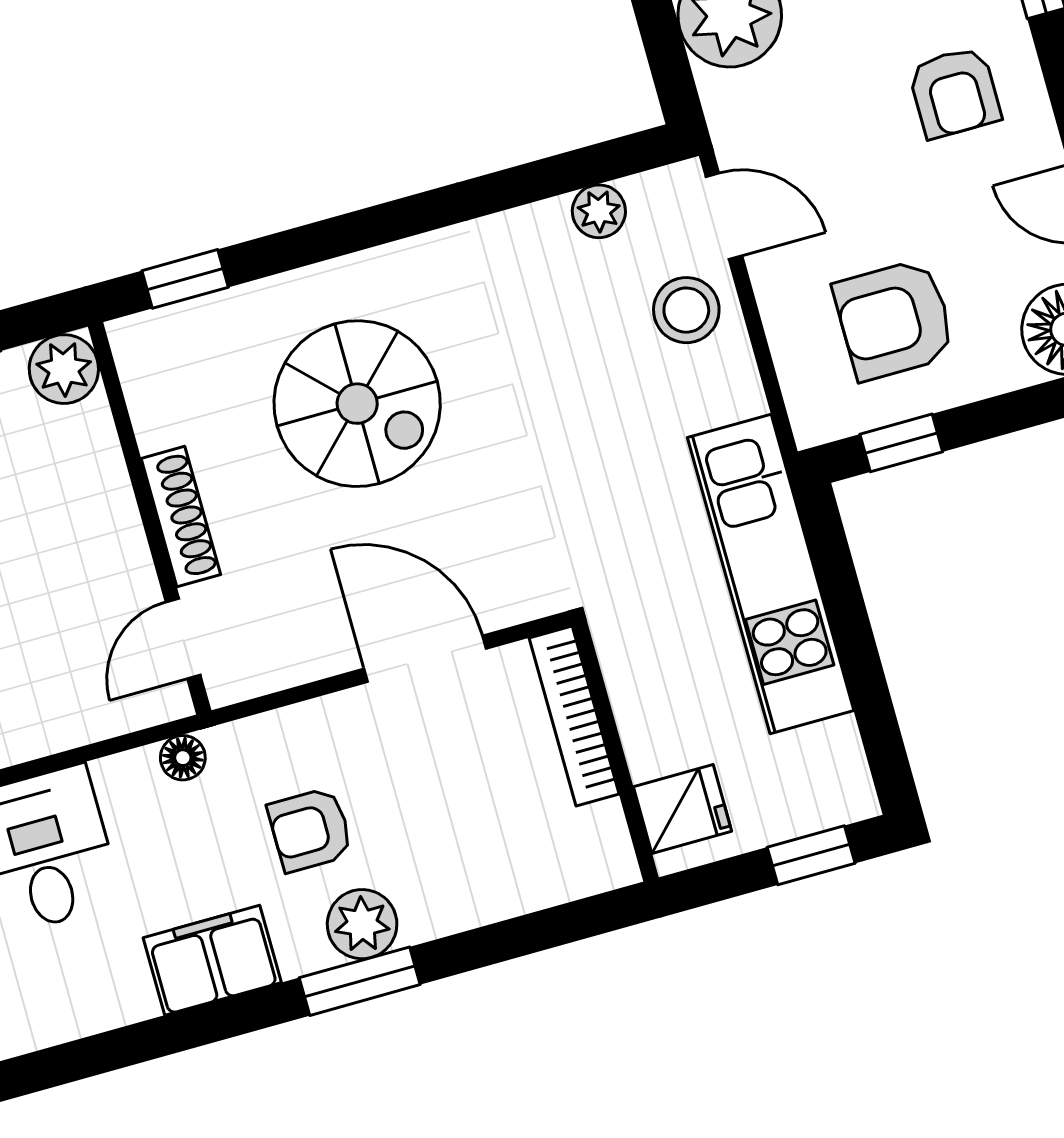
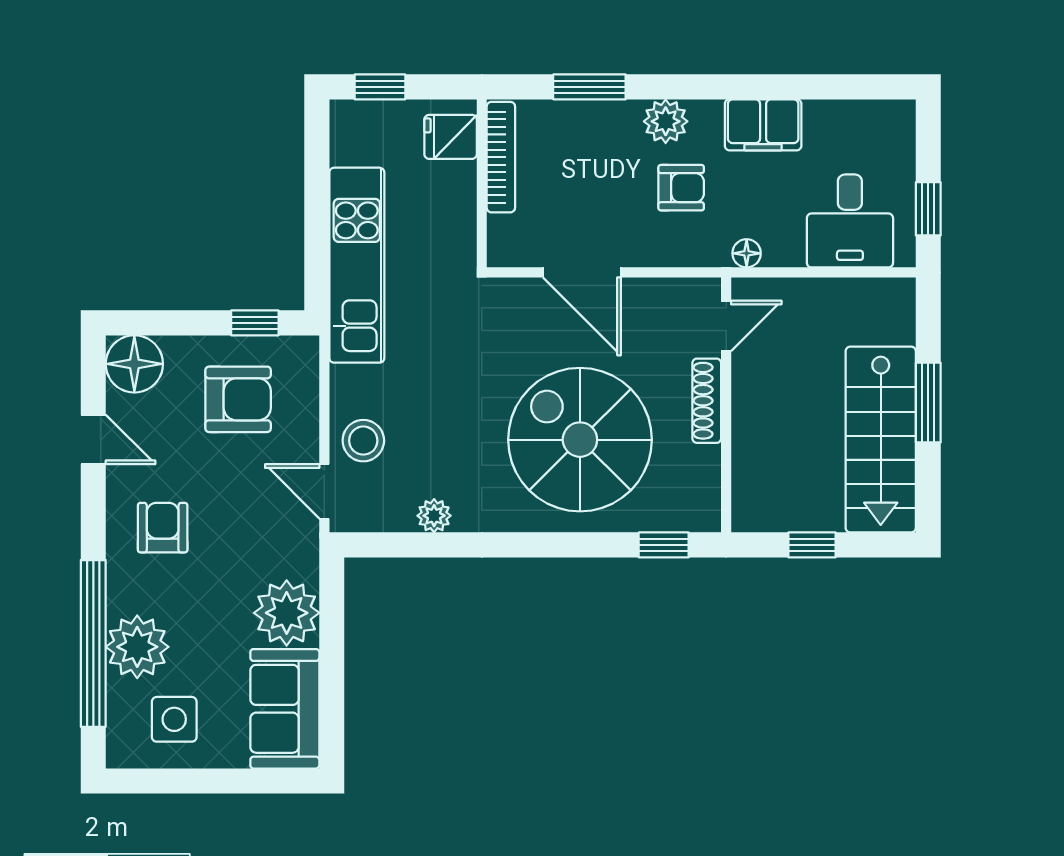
plant: (599, 211) -> (434, 516), moved
plant: (64, 369) -> (753, 511), removed
spiral stairs: (357, 404) -> (580, 440), width x1.37, depth x1.37
bookcase: (574, 716) -> (501, 157), moved
window: (360, 981) -> (589, 87), moved

